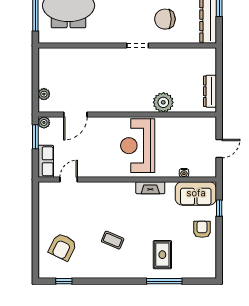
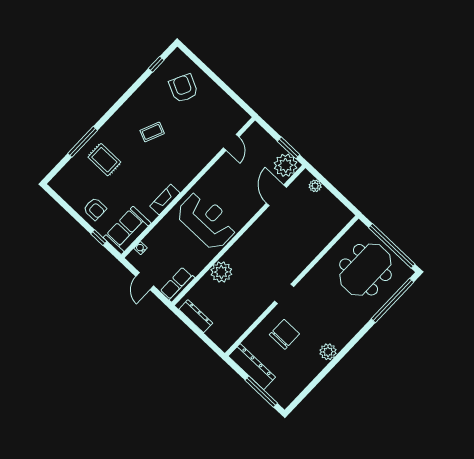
plant: (44, 122) -> (286, 165), width x1.88, depth x1.88
row of seats: (46, 161) -> (177, 284), moved, turned 90
water cooler: (184, 173) -> (141, 248), moved

